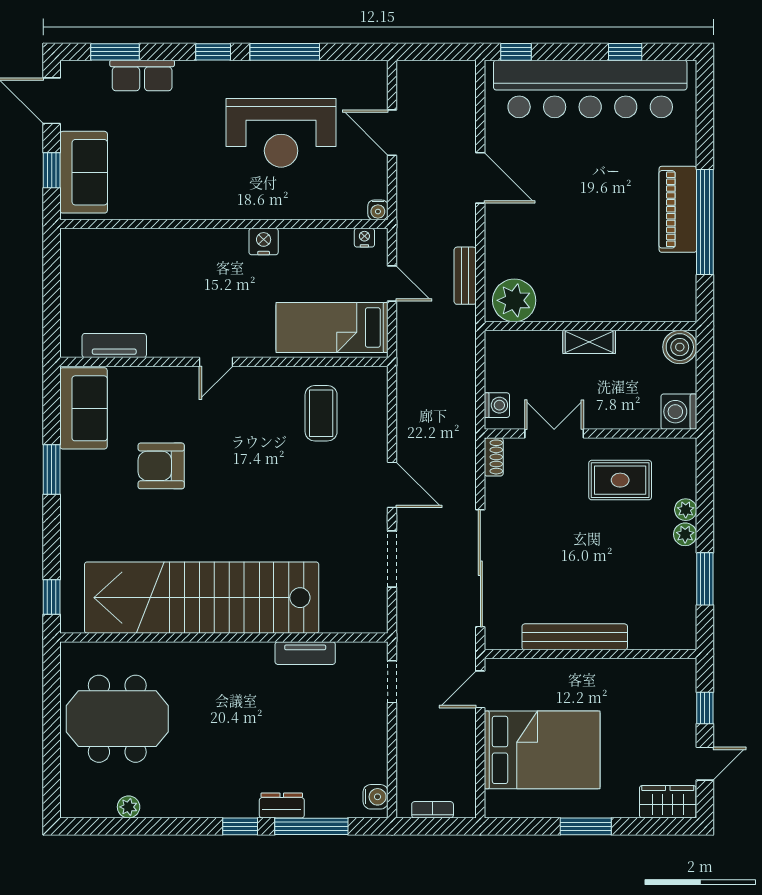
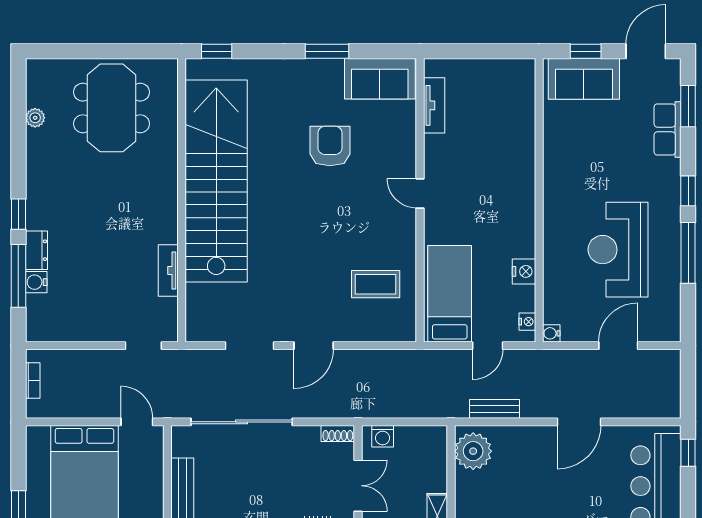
nightstand: (264, 242) -> (524, 271), moved
water cooler: (376, 797) -> (36, 282), moved, turned 90

